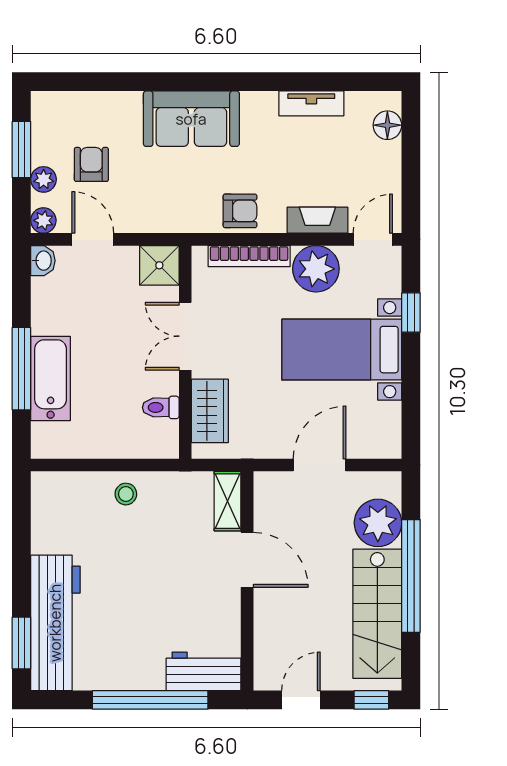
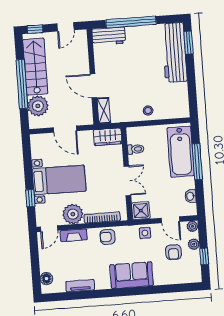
window: (21, 150) -> (204, 256), width x0.67
side table: (154, 213) -> (145, 233), added
washbasin: (43, 261) -> (190, 196), moved
bathtub: (51, 378) -> (181, 152), width x1.36, depth x1.36
wardrobe: (210, 411) -> (108, 137), moved, turned -90
door: (320, 465) -> (65, 129), hinge flipped

